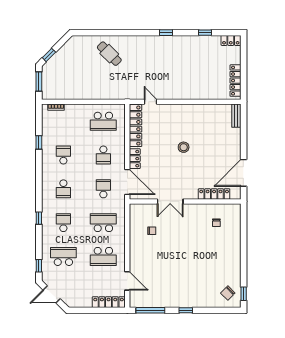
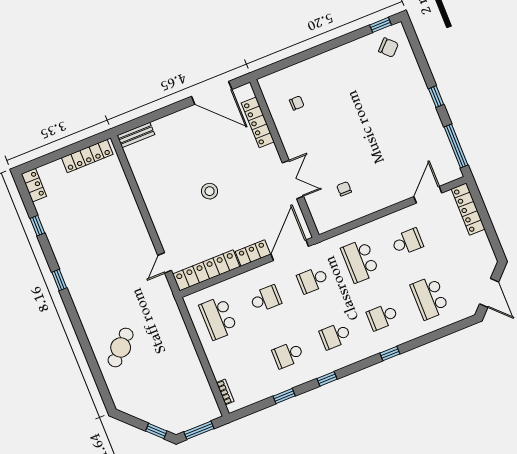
school desk: (103, 121) -> (218, 318), turned 180
school desk: (63, 189) -> (335, 336), turned 180
school desk: (103, 256) -> (407, 242), width x0.54
window: (39, 266) -> (327, 379), moved

